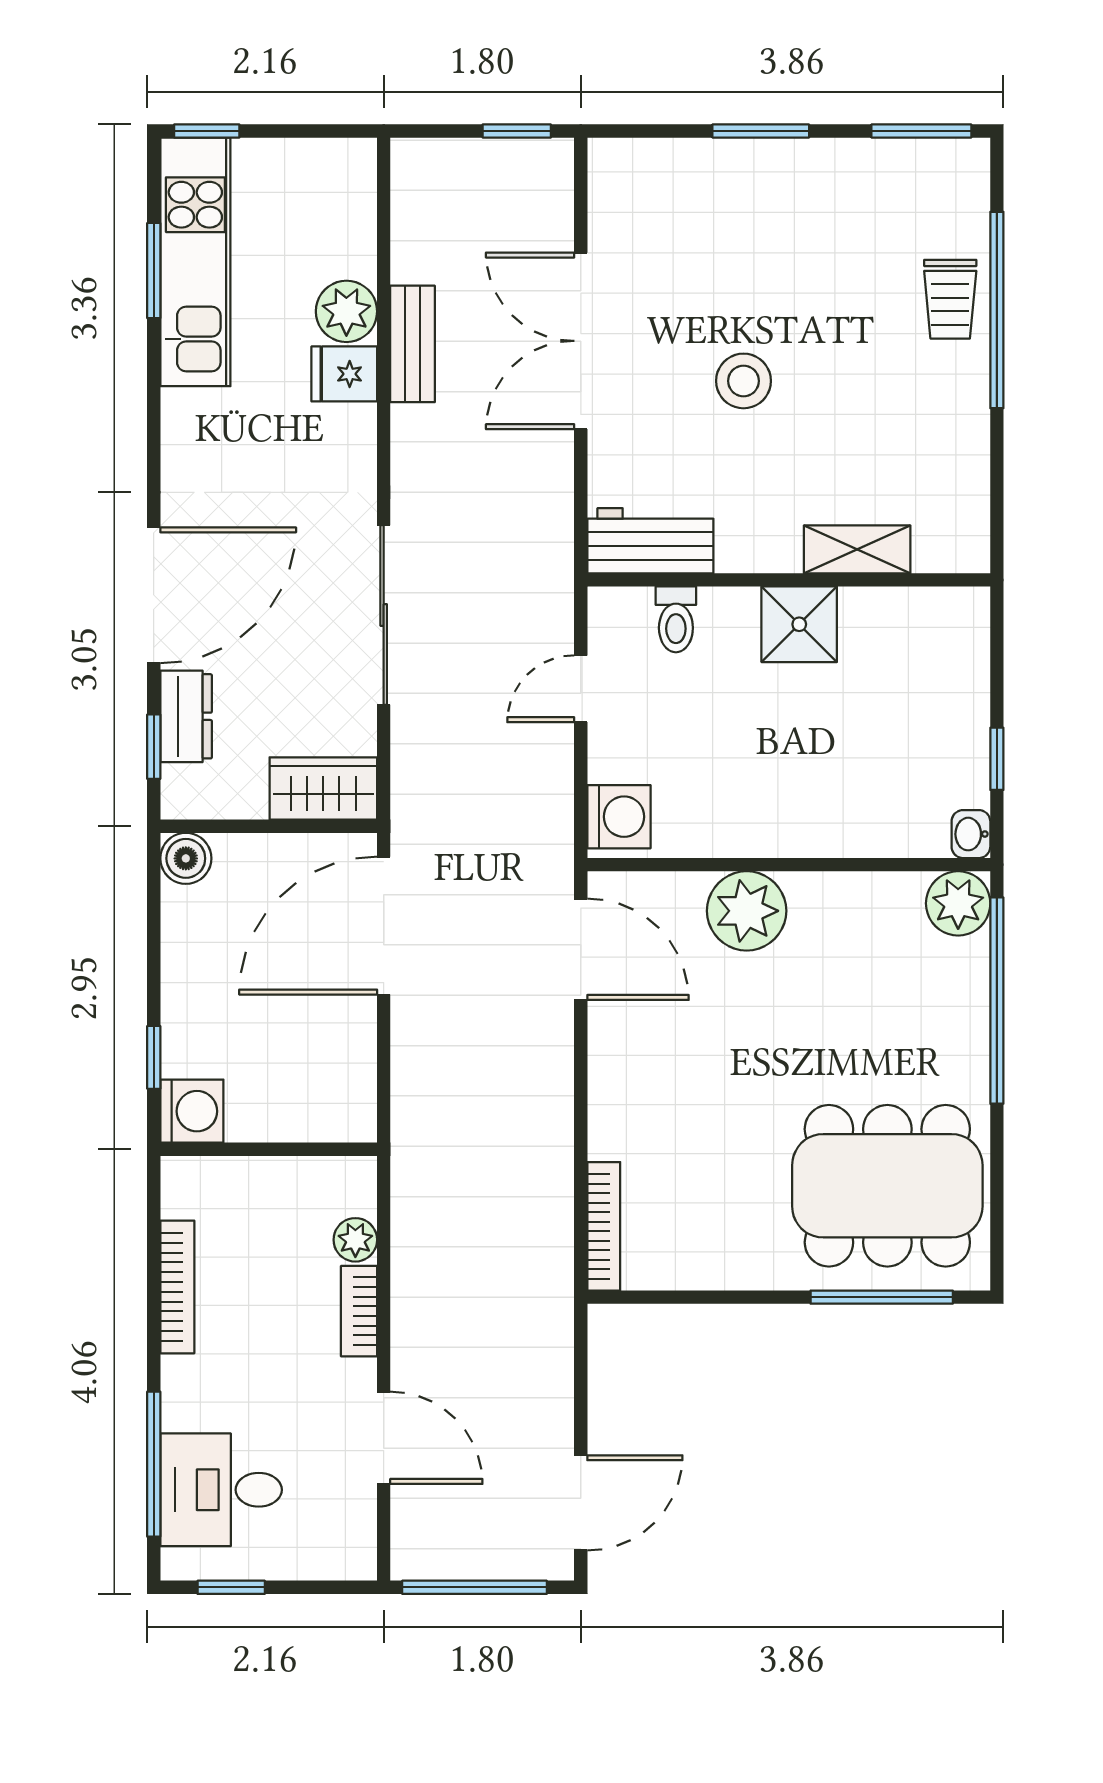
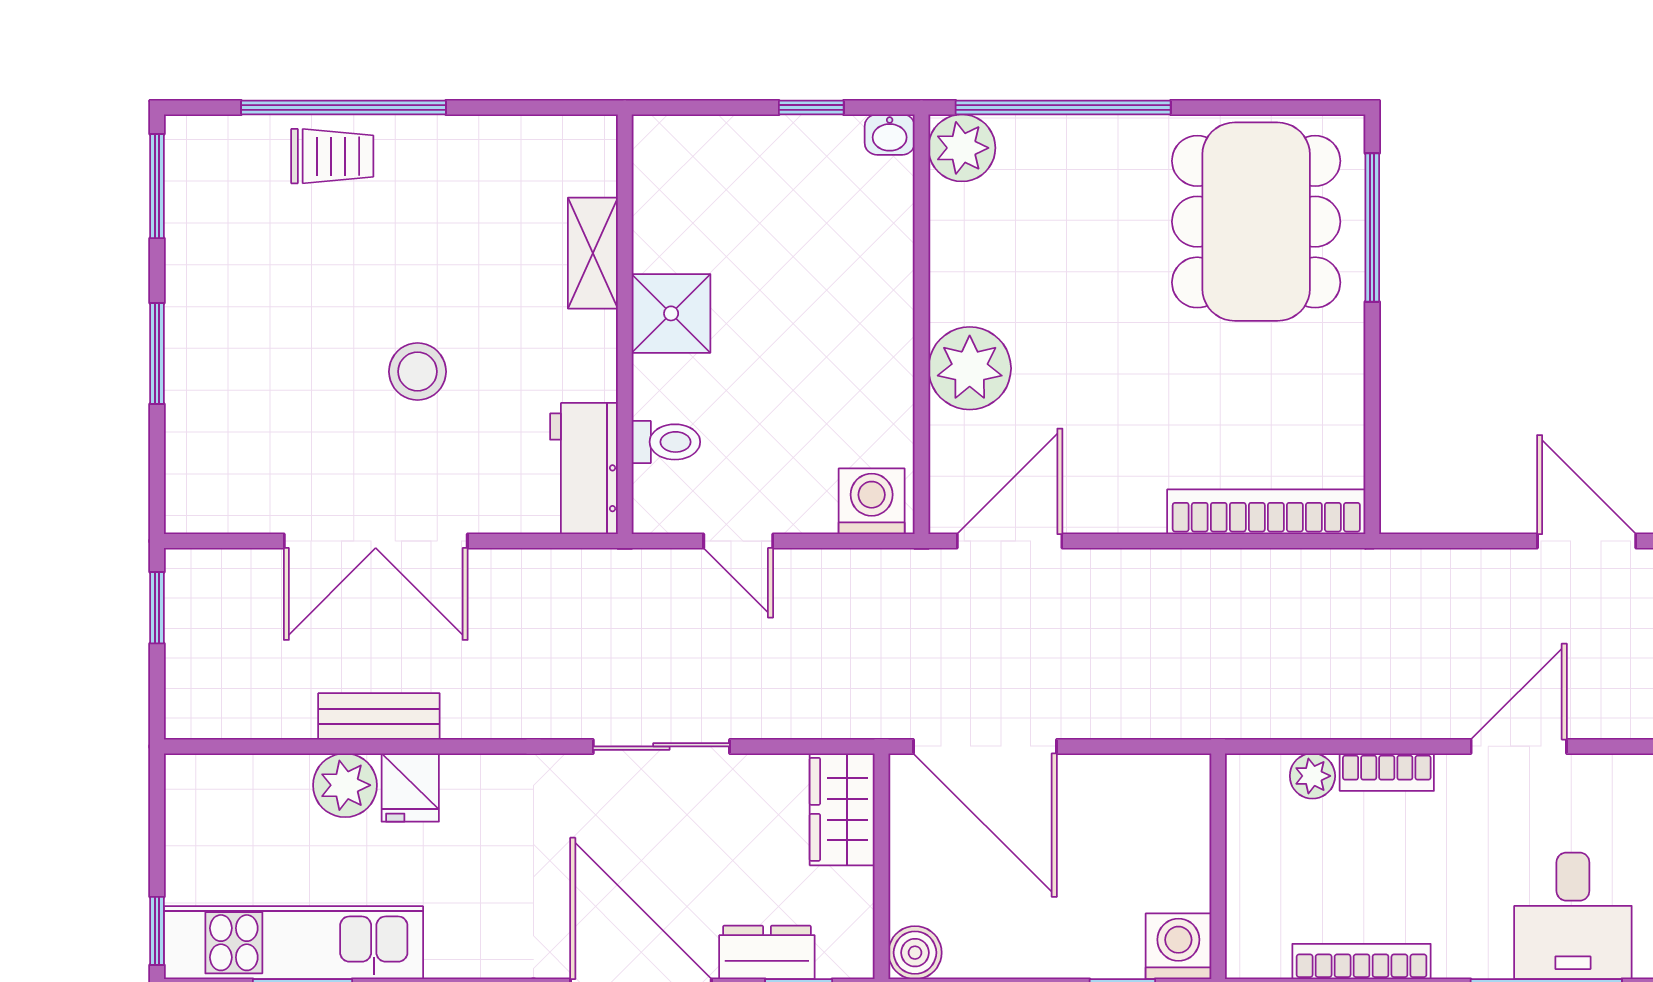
sliding door: (384, 615) -> (661, 746), width x0.73
bookcase: (604, 1226) -> (1266, 512), width x1.48, depth x1.31

